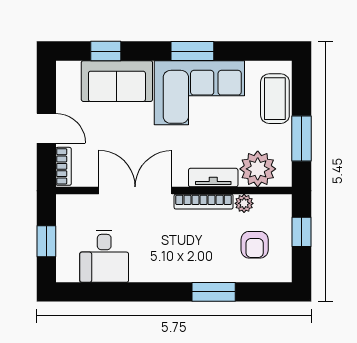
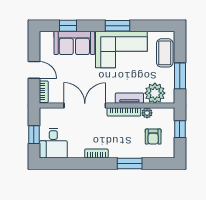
desk: (104, 256) -> (53, 143), moved
bookcase: (155, 274) -> (96, 153), added

